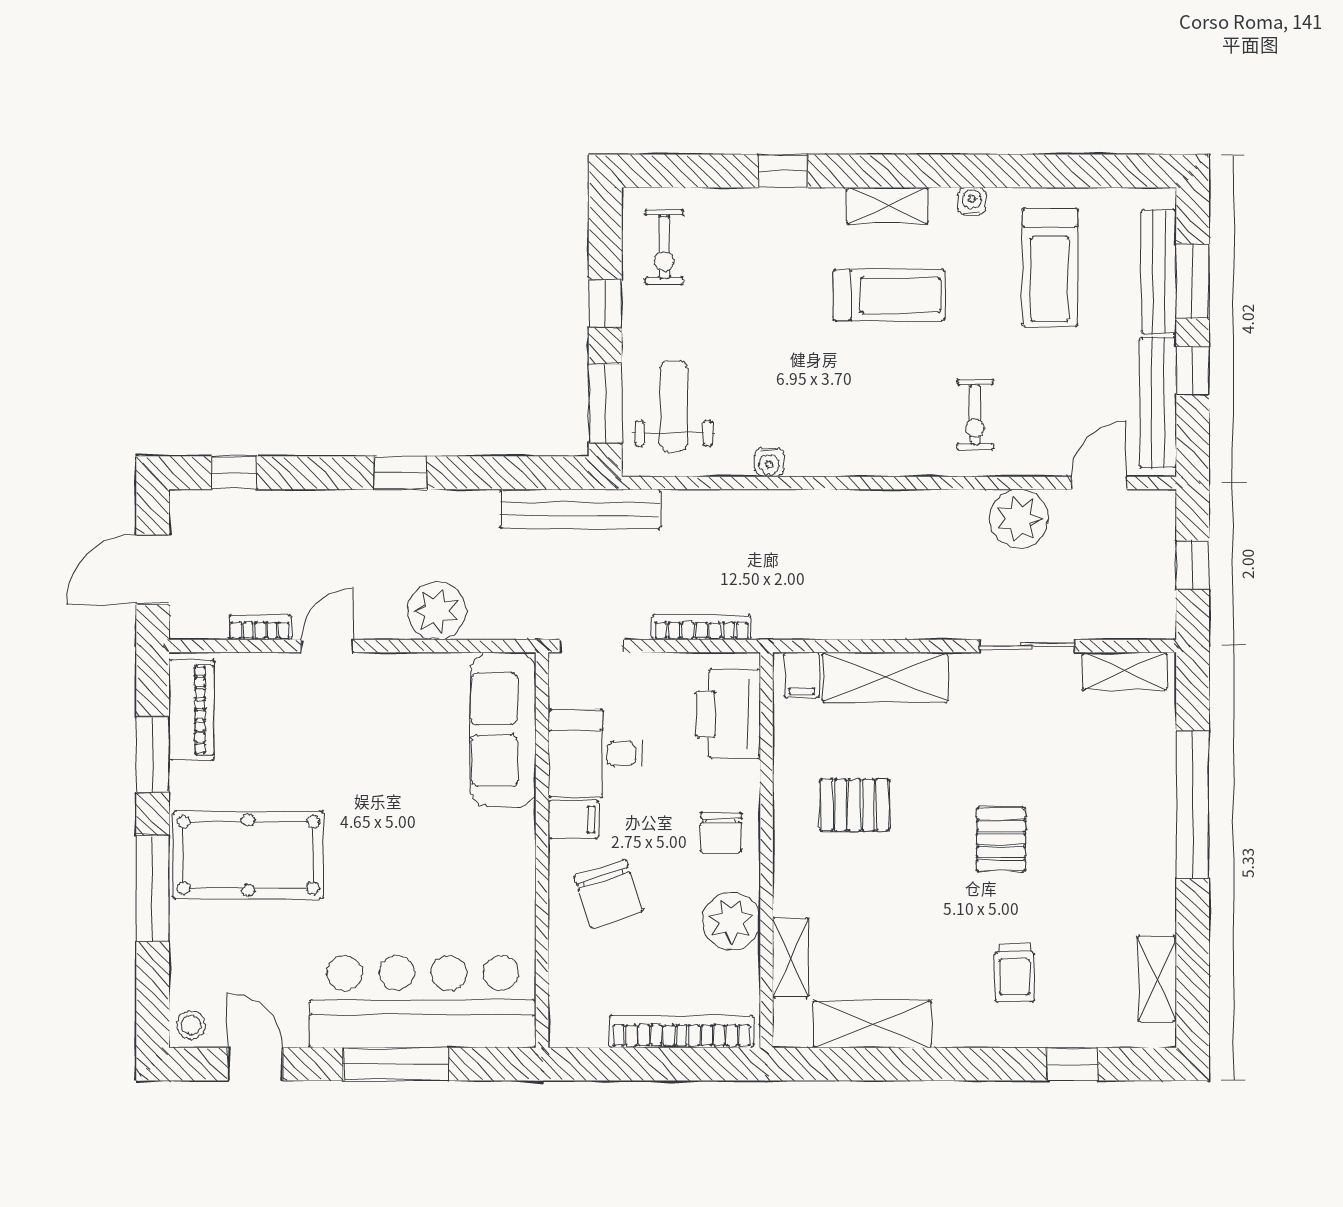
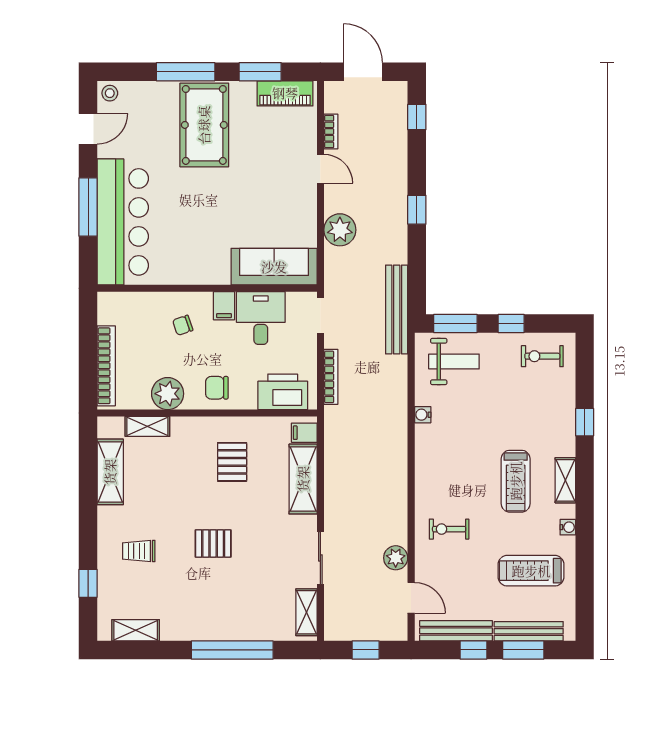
plant: (1019, 519) -> (396, 558), width x0.73, depth x0.73
chair: (609, 894) -> (183, 325), width x0.54, depth x0.54

